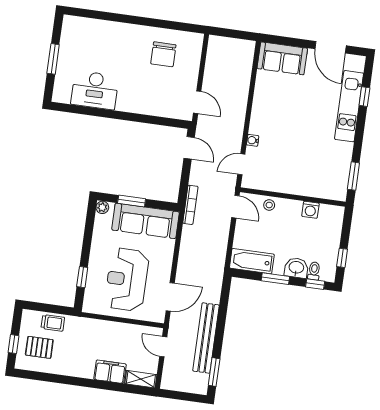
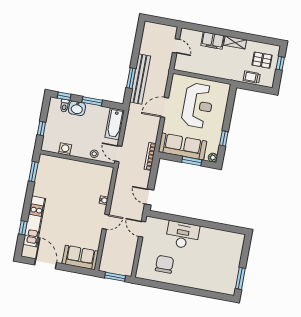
window: (232, 34) -> (115, 277), added
window: (53, 59) -> (240, 278), moved
desk: (95, 90) -> (182, 235), moved
door: (241, 164) -> (106, 222), moved
window: (342, 258) -> (41, 129), moved
bathtub: (252, 261) -> (115, 124), moved, turned 90
window: (82, 277) -> (224, 138), moved
door: (170, 297) -> (165, 107), moved
bench: (206, 338) -> (140, 79), moved
door: (163, 347) -> (176, 46), moved
window: (214, 372) -> (131, 78), moved
shelving: (141, 379) -> (235, 42), moved

